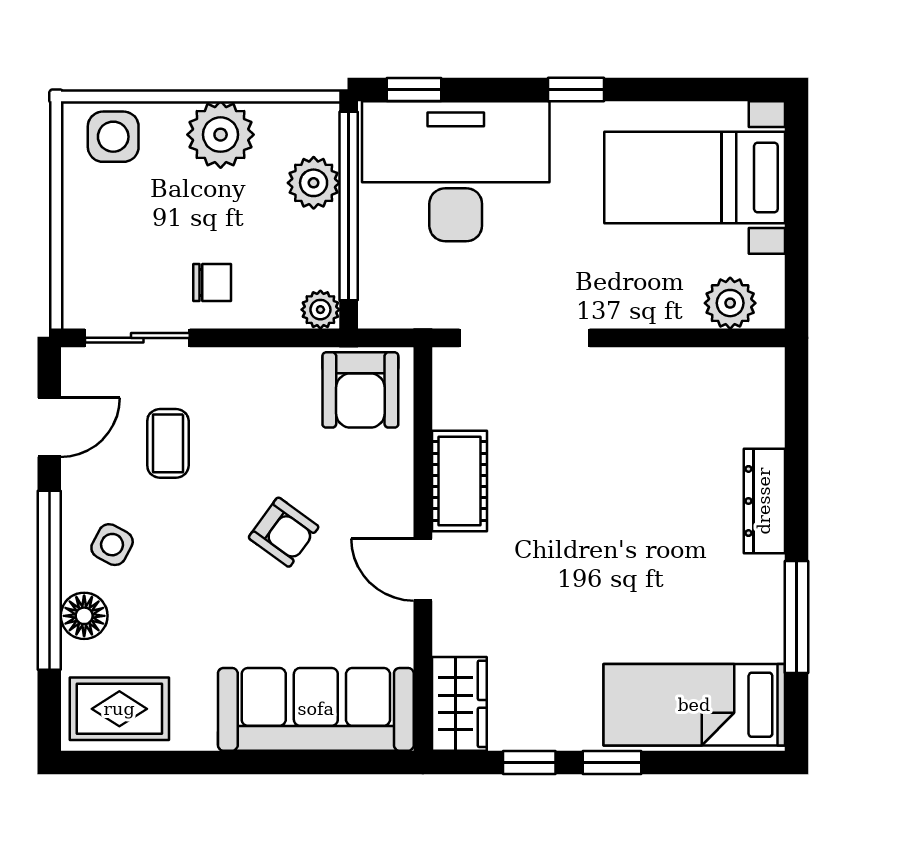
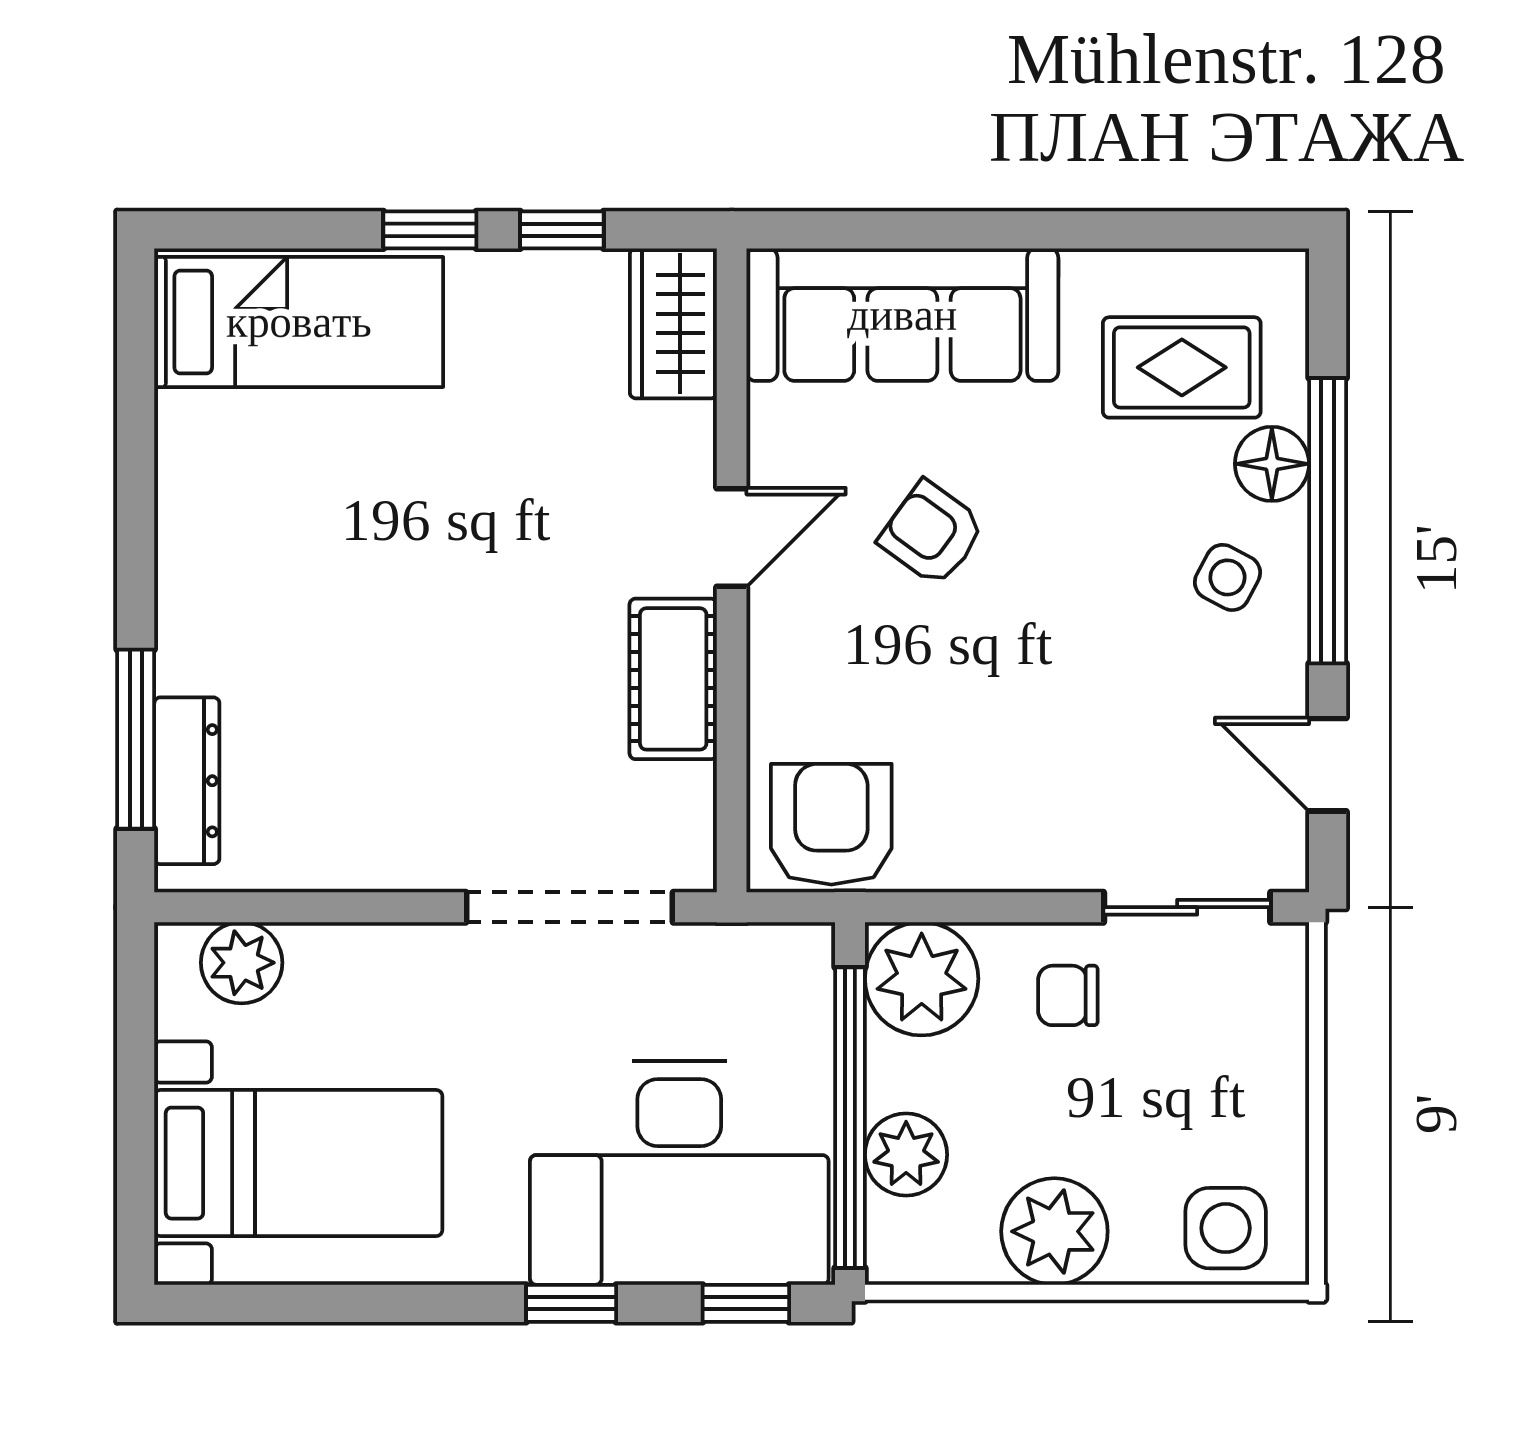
window: (576, 90) -> (571, 1303), moved
plant: (320, 310) -> (922, 979), width x1.87, depth x1.87
door: (49, 427) -> (1328, 765), hinge flipped
coffee table: (168, 443) -> (1138, 739), removed
dresser: (764, 501) -> (187, 781), moved
armchair: (284, 532) -> (932, 533), moved
door: (423, 570) -> (732, 537), hinge flipped
window: (796, 617) -> (136, 739), moved
rug: (119, 709) -> (1182, 367), moved

